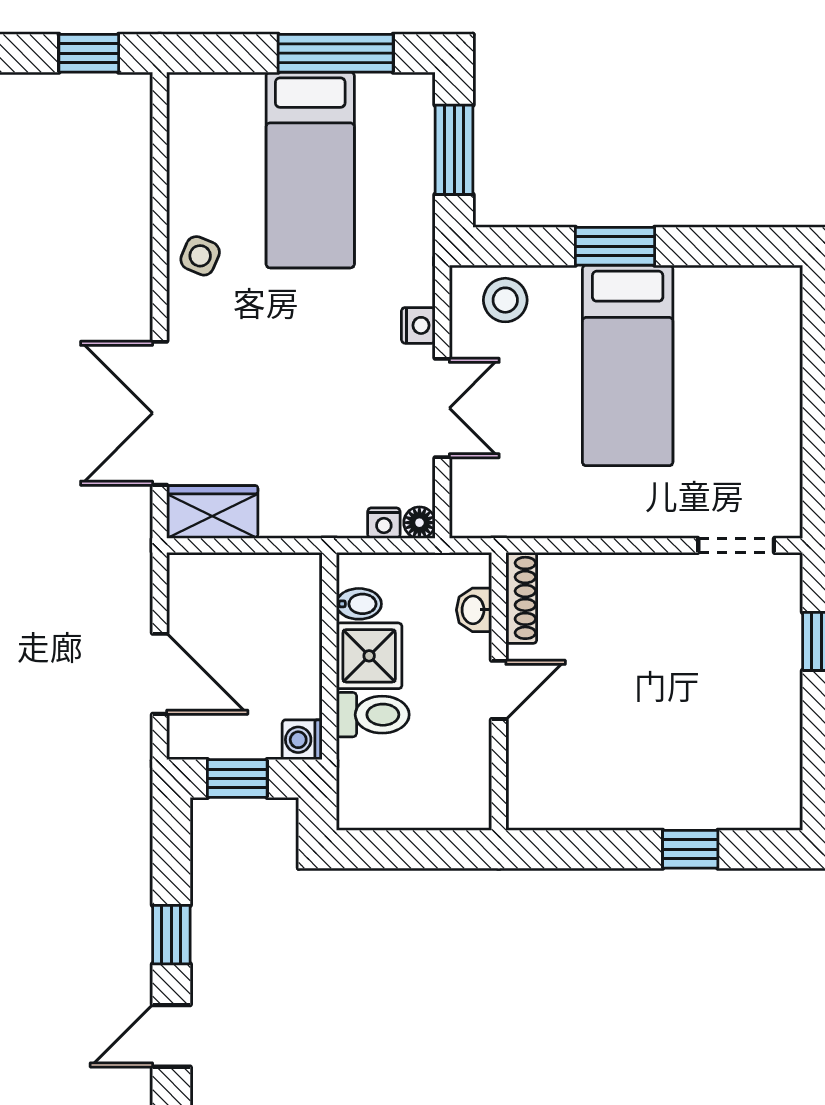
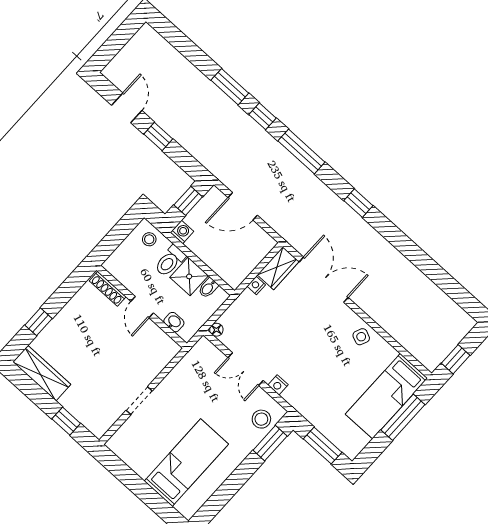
window: (336, 53) -> (403, 417), moved
bed: (310, 170) -> (386, 396), moved, turned -90
window: (615, 246) -> (270, 443), moved
bed: (628, 365) -> (186, 463), moved, turned 90
nightstand: (384, 523) -> (256, 285), moved
doorway: (736, 545) -> (139, 401), moved
shoe rack: (521, 598) -> (108, 289), moved
wardrobe: (776, 761) -> (42, 373), added
stool: (367, 786) -> (149, 239), added

